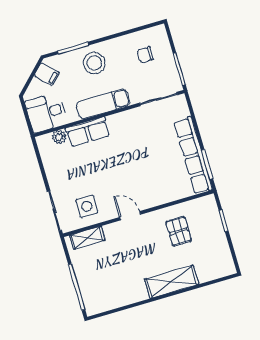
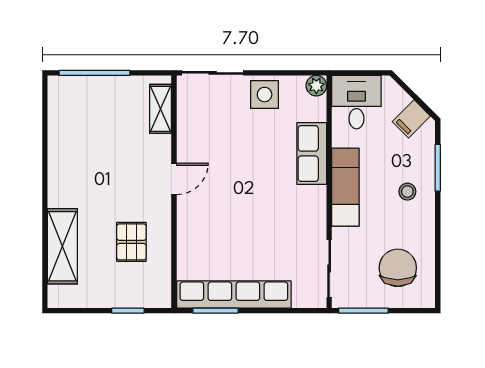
chair: (145, 55) -> (398, 268), width x1.87, depth x1.87
stool: (94, 63) -> (407, 192), width x0.53, depth x0.53
plant: (59, 137) -> (316, 86), moved
side table: (87, 206) -> (265, 95), moved
pallet: (179, 231) -> (131, 242), turned 90
shelving: (172, 282) -> (62, 246), moved

